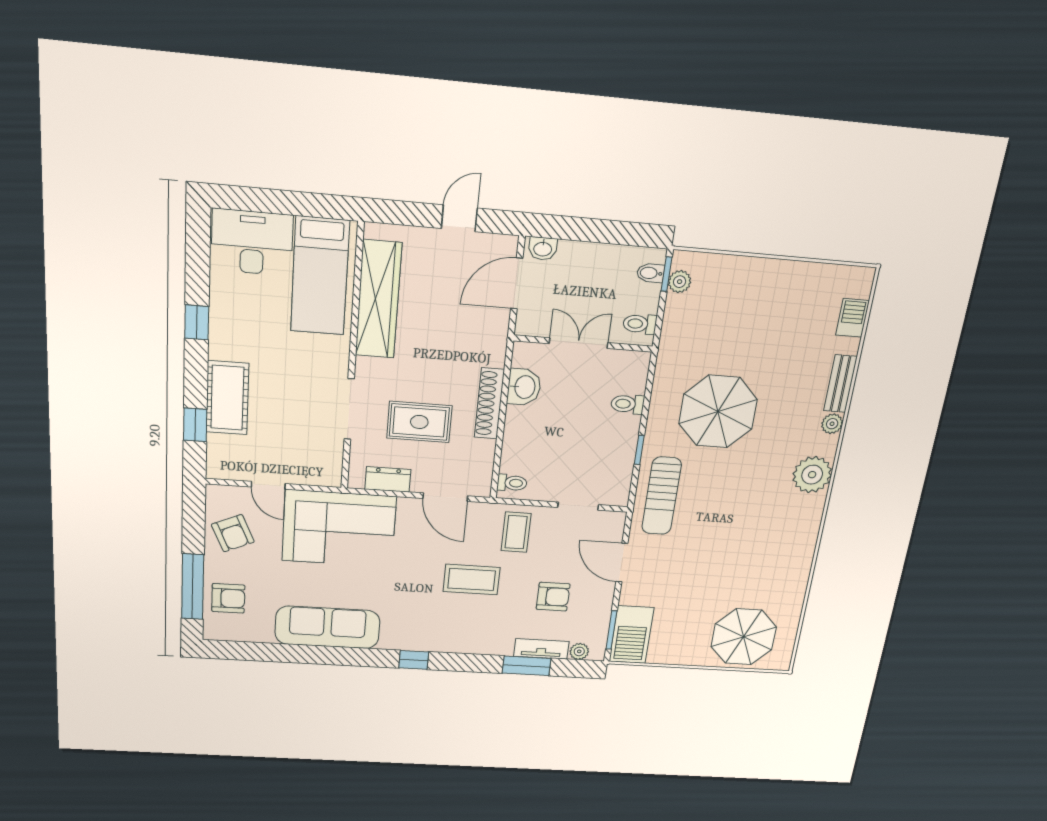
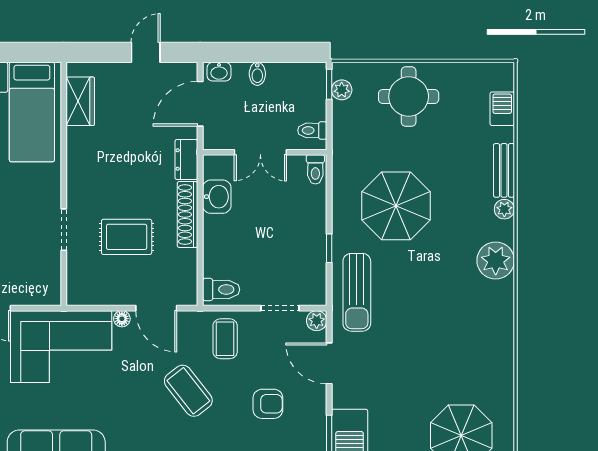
bidet: (651, 273) -> (257, 74), moved, turned -90
round table: (753, 295) -> (409, 97), added
wardrobe: (378, 299) -> (80, 101), width x0.48, depth x0.85
double door: (579, 343) -> (260, 152), swing flipped
toilet: (628, 404) -> (315, 169), moved, turned -90
doorway: (349, 409) -> (64, 230), width x0.73
dresser: (388, 479) -> (186, 160), moved, turned -90
toilet: (512, 483) -> (221, 289), width x1.37, depth x1.39
floor lamp: (407, 505) -> (122, 319), added
plant: (615, 521) -> (317, 321), added
coffee table: (472, 579) -> (188, 391), turned 52

